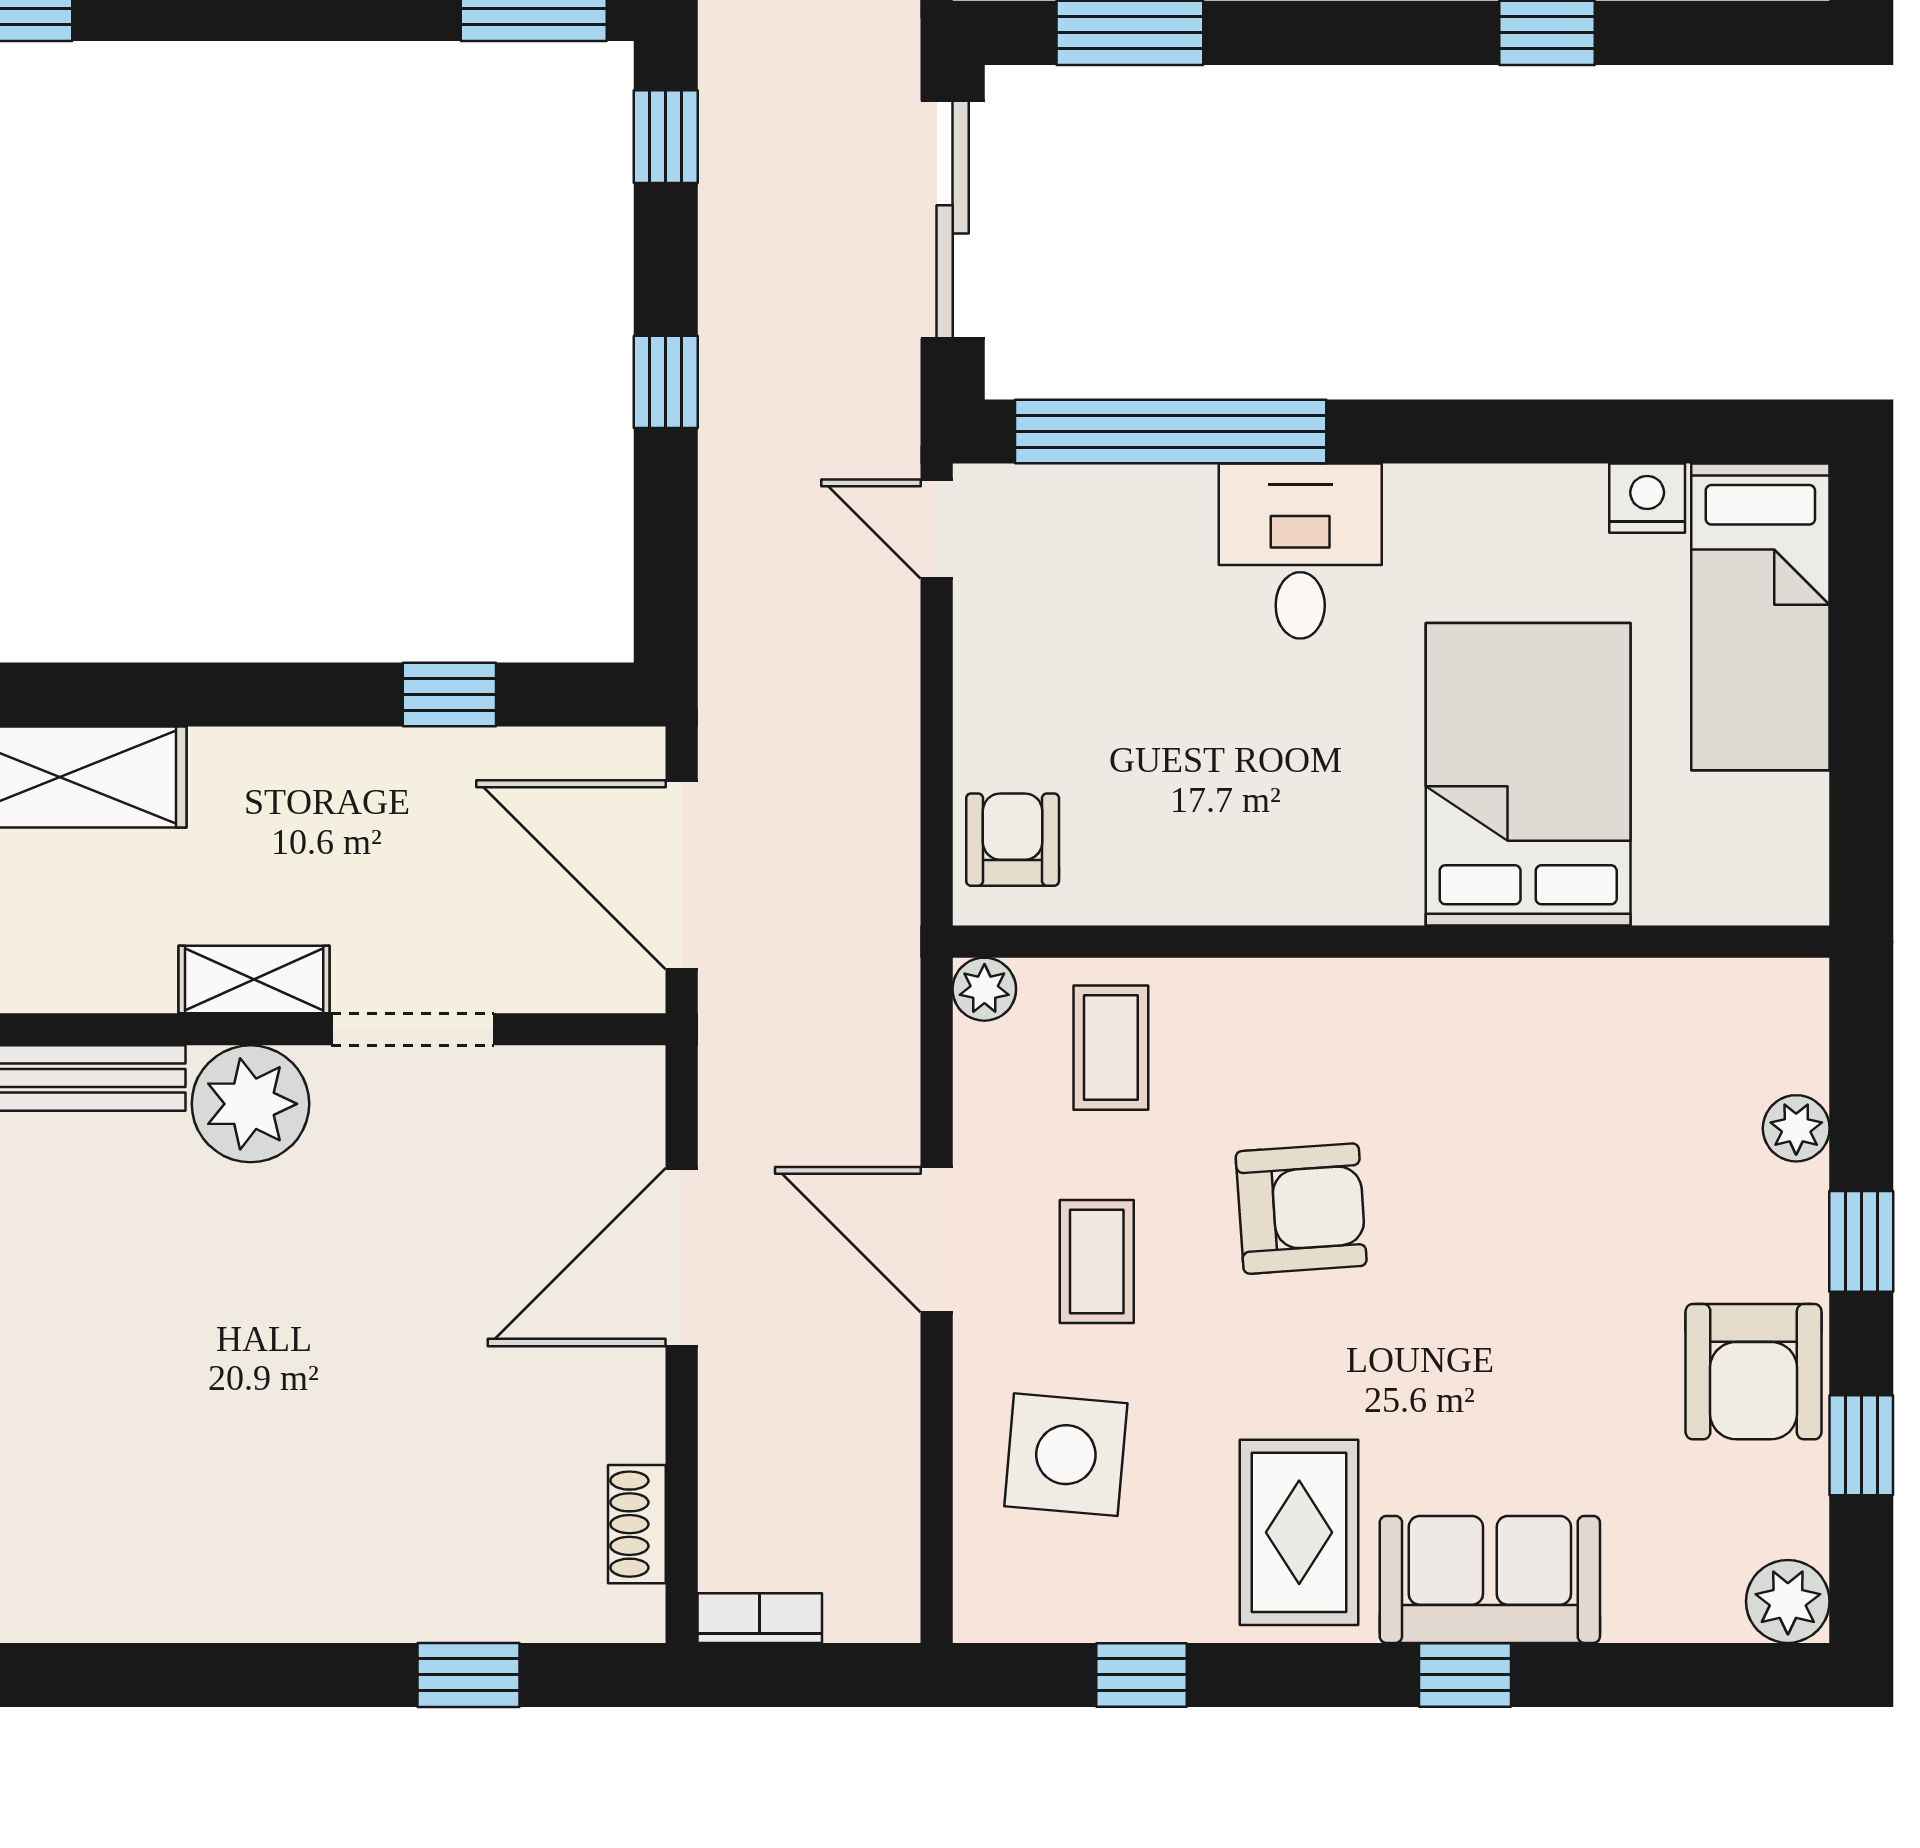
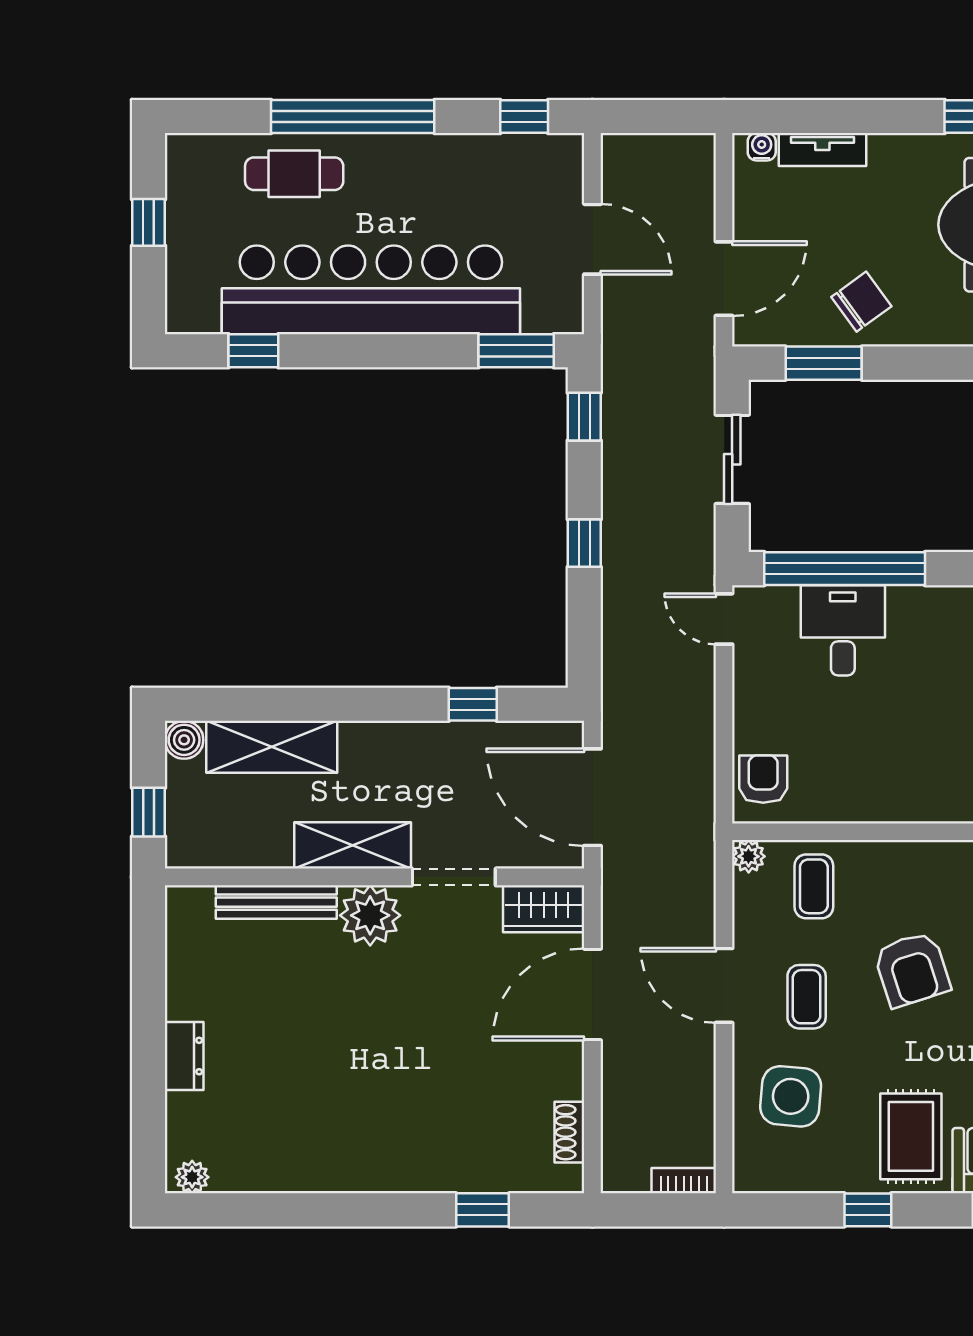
sliding door: (953, 219) -> (732, 459), width x0.73
desk: (1300, 551) -> (843, 630), moved
shelving: (254, 979) -> (353, 845), width x1.50, depth x1.33
wardrobe: (587, 1091) -> (544, 909), added
armchair: (1301, 1209) -> (912, 969), turned 76
bookcase: (760, 1618) -> (684, 1181), moved
window: (1142, 1675) -> (868, 1210), moved

